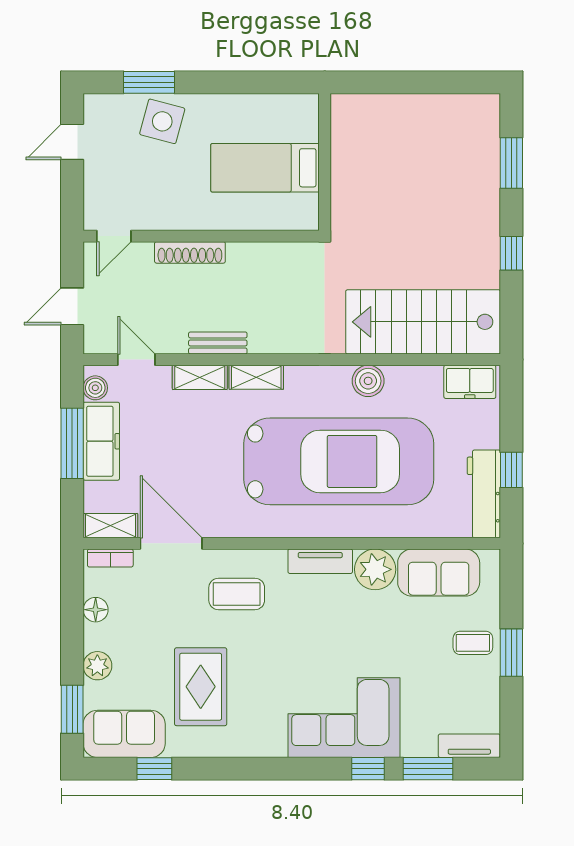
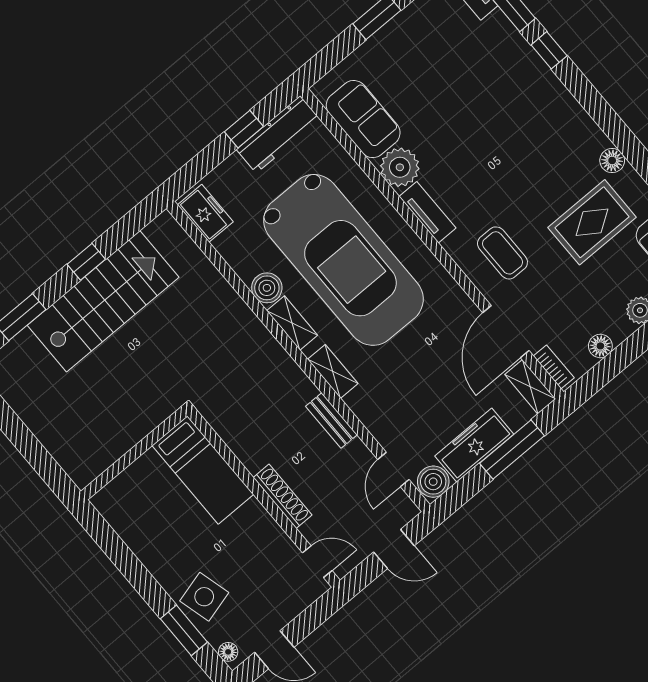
floor lamp: (102, 103) -> (228, 652), added
side table: (162, 121) -> (204, 597), turned -30
bed: (265, 168) -> (203, 470), moved
stairs: (423, 322) -> (103, 301), moved, turned -90
shelving: (200, 377) -> (292, 323), moved
boiler: (95, 388) -> (433, 482), width x1.36, depth x1.36
window: (72, 443) -> (512, 450), moved
car: (339, 461) -> (343, 260), turned 180
coffee table: (473, 643) -> (393, 51), removed
corner sofa: (344, 718) -> (527, 99), removed
floor lamp: (237, 745) -> (612, 161), added

